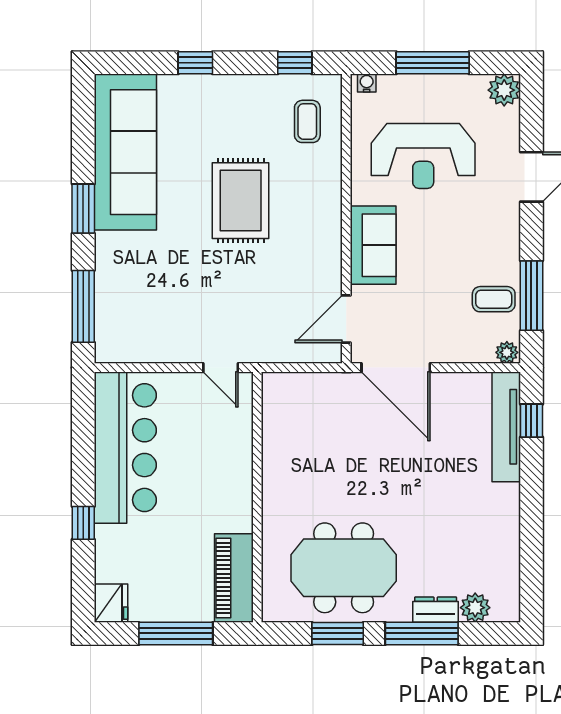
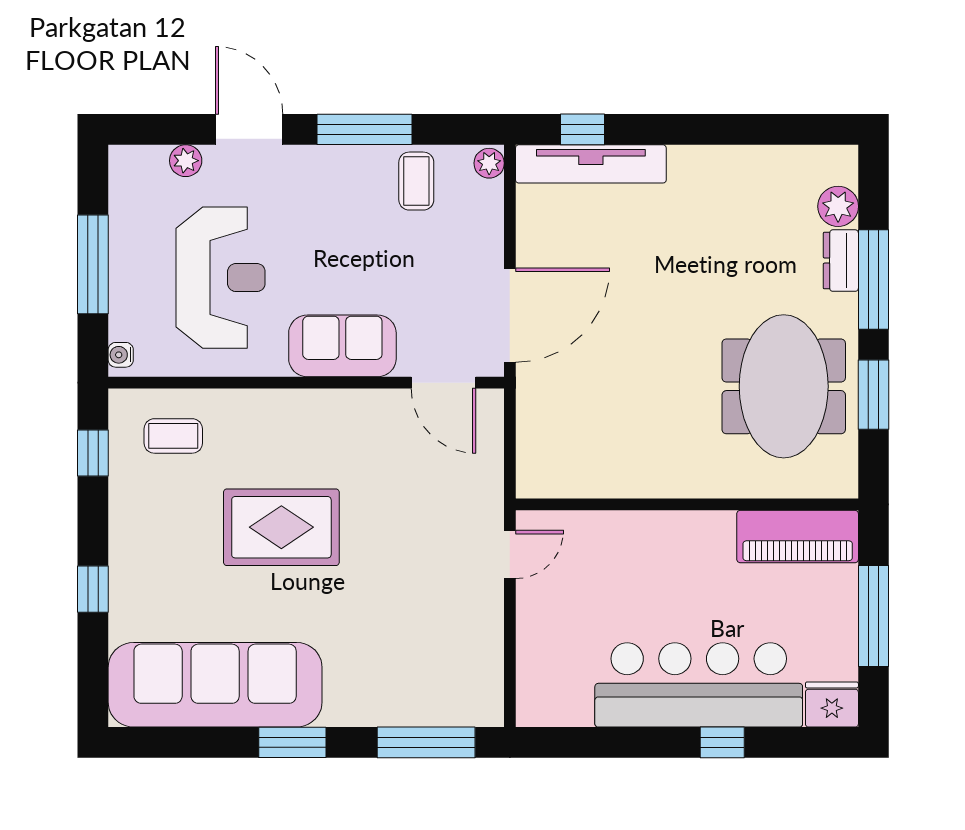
plant: (504, 90) -> (186, 161), moved, width x0.73, depth x0.73
window: (531, 296) -> (365, 129), moved
bar counter: (125, 448) -> (699, 685), moved

